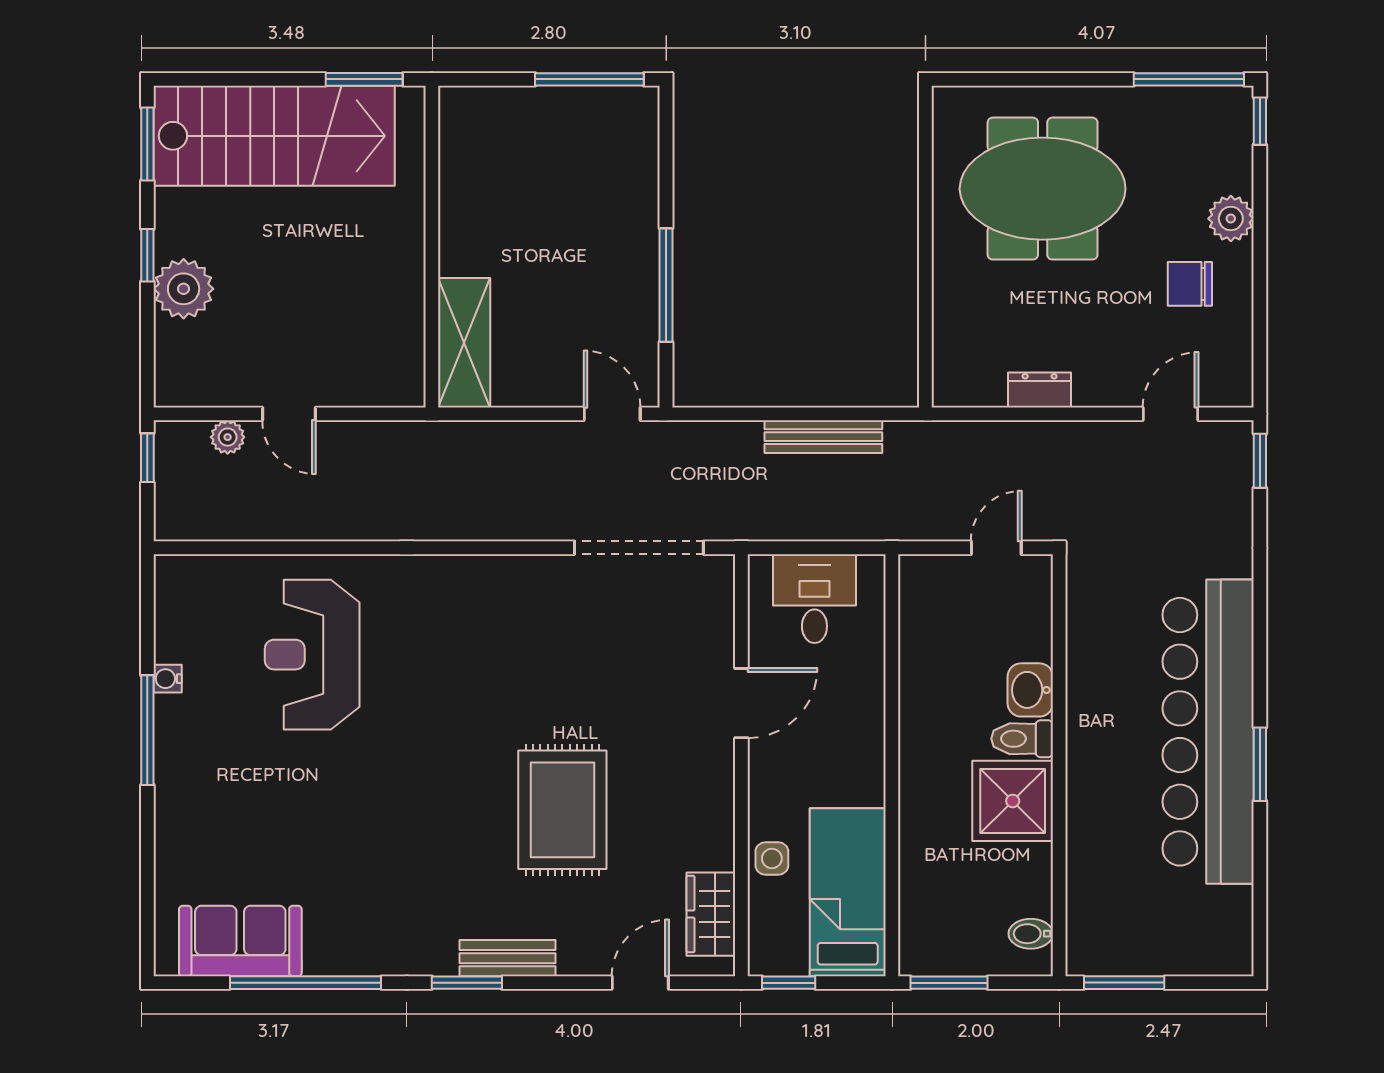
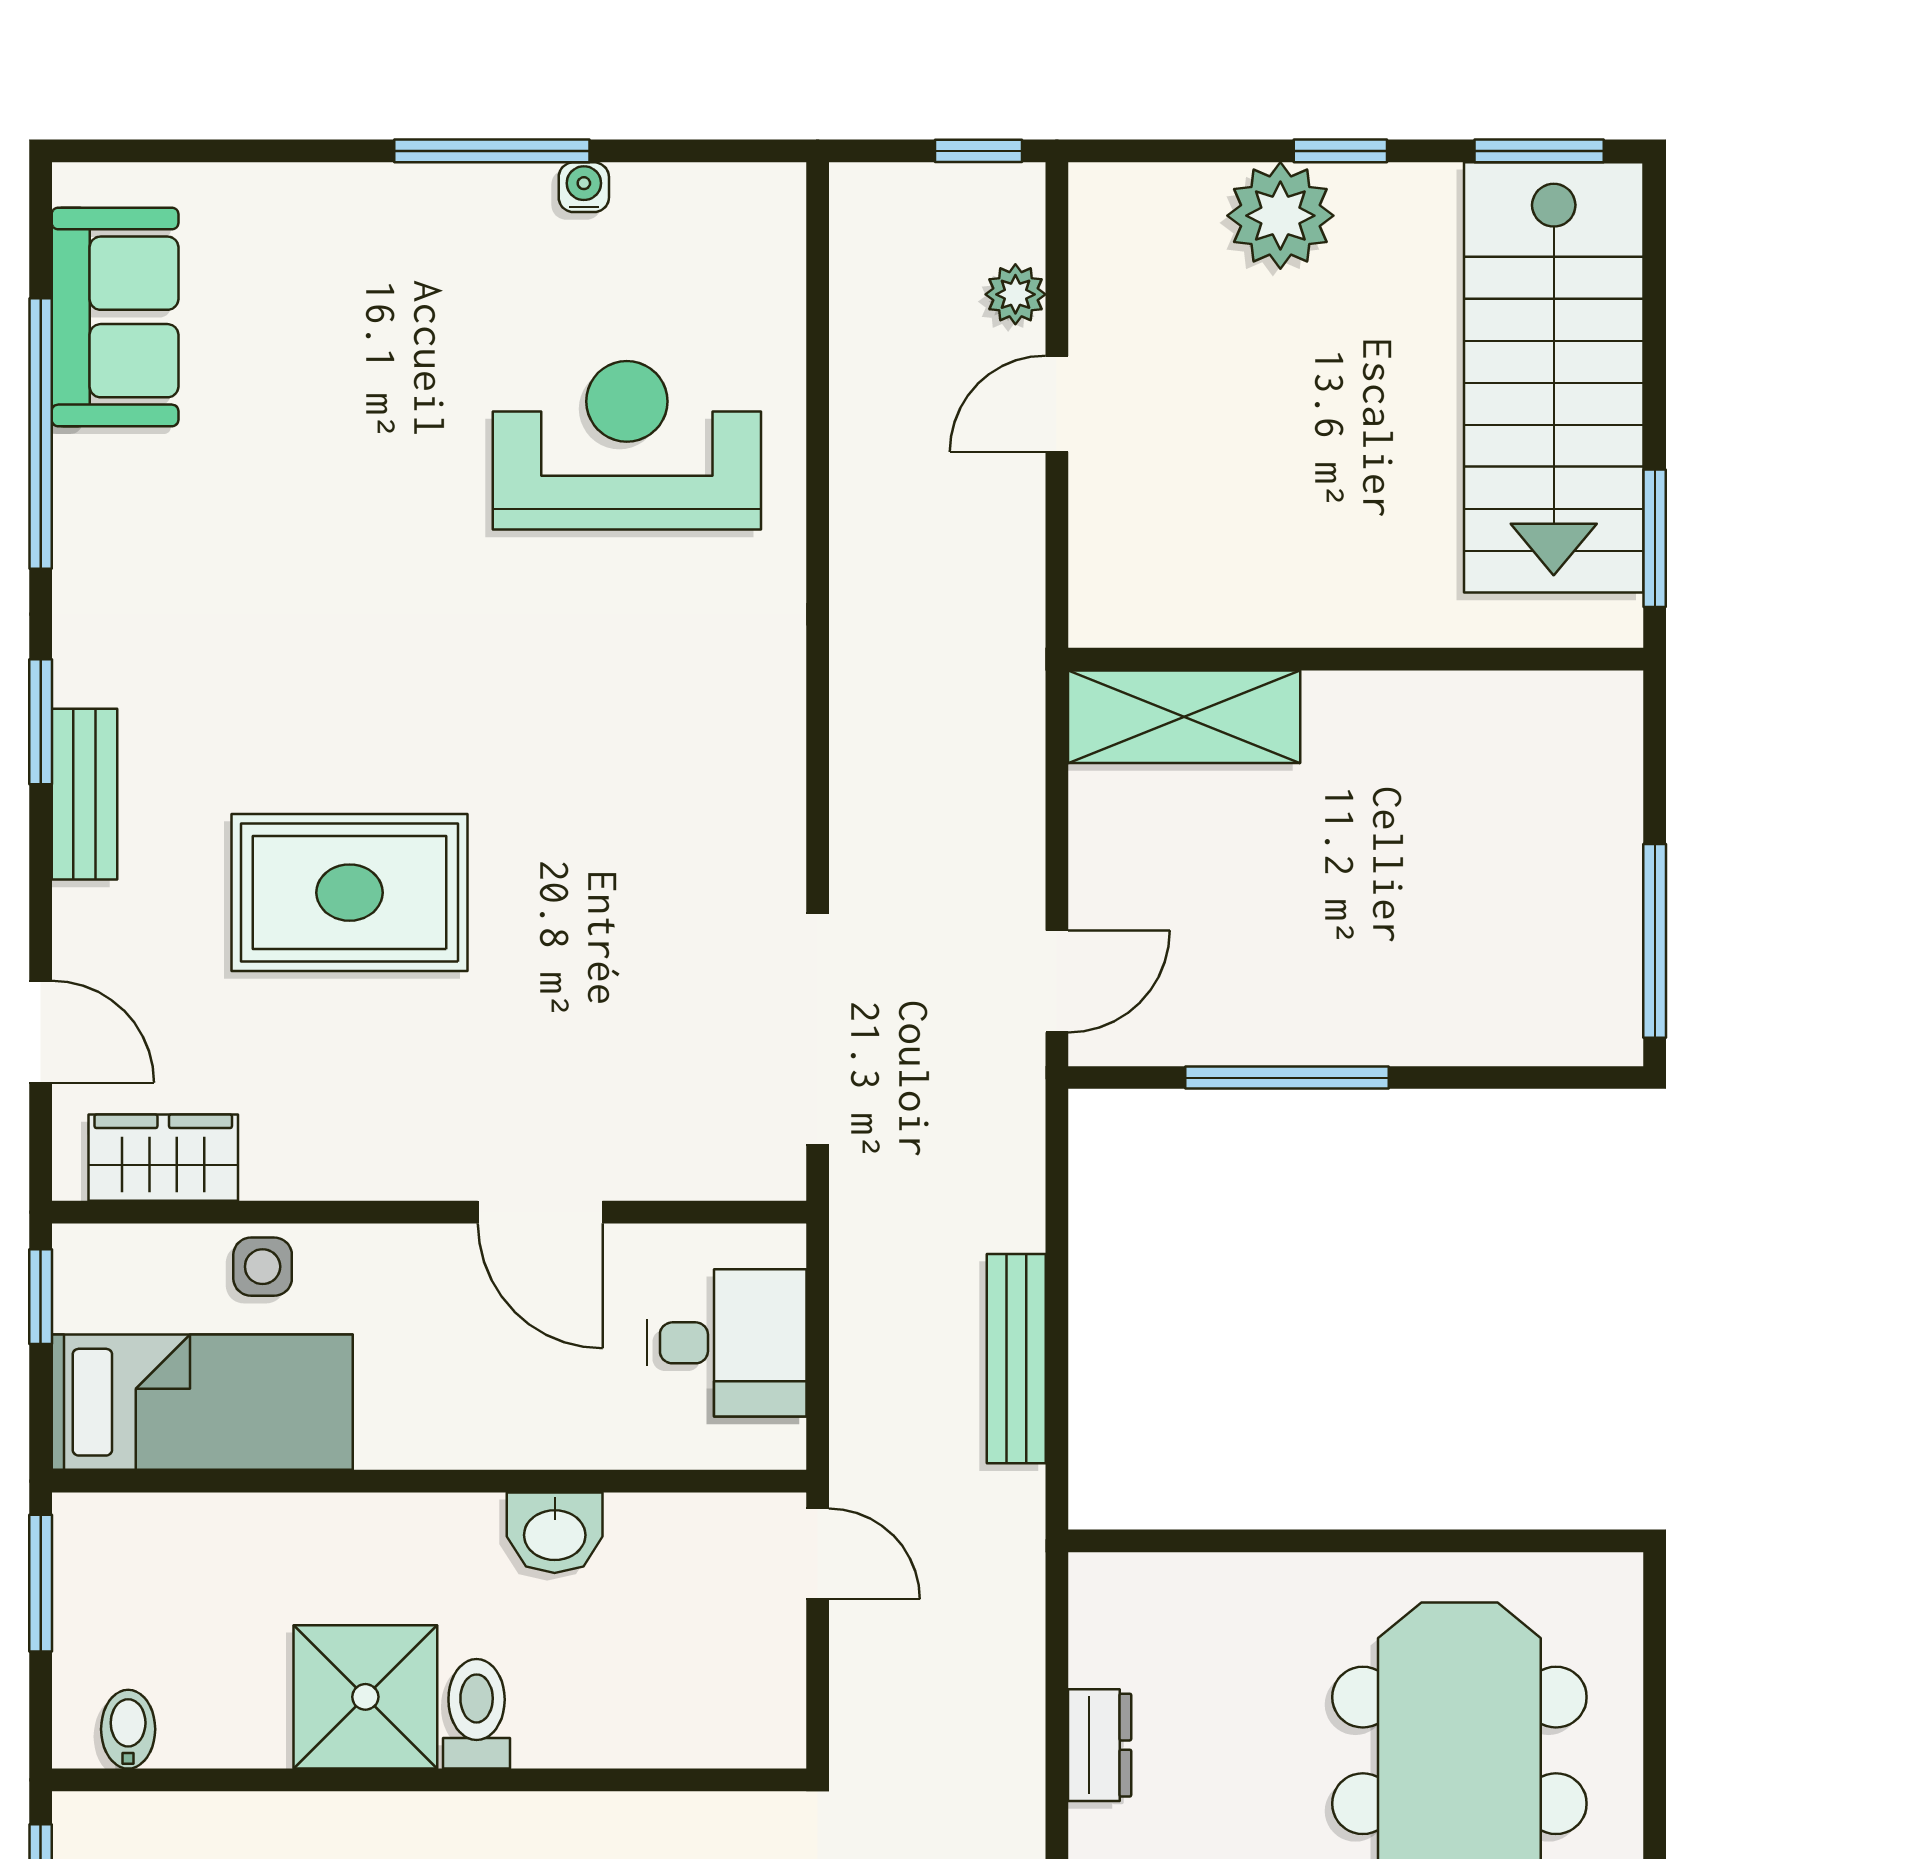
door: (996, 548) -> (818, 1554), moved
washbasin: (1030, 690) -> (555, 1533), moved, turned 180

